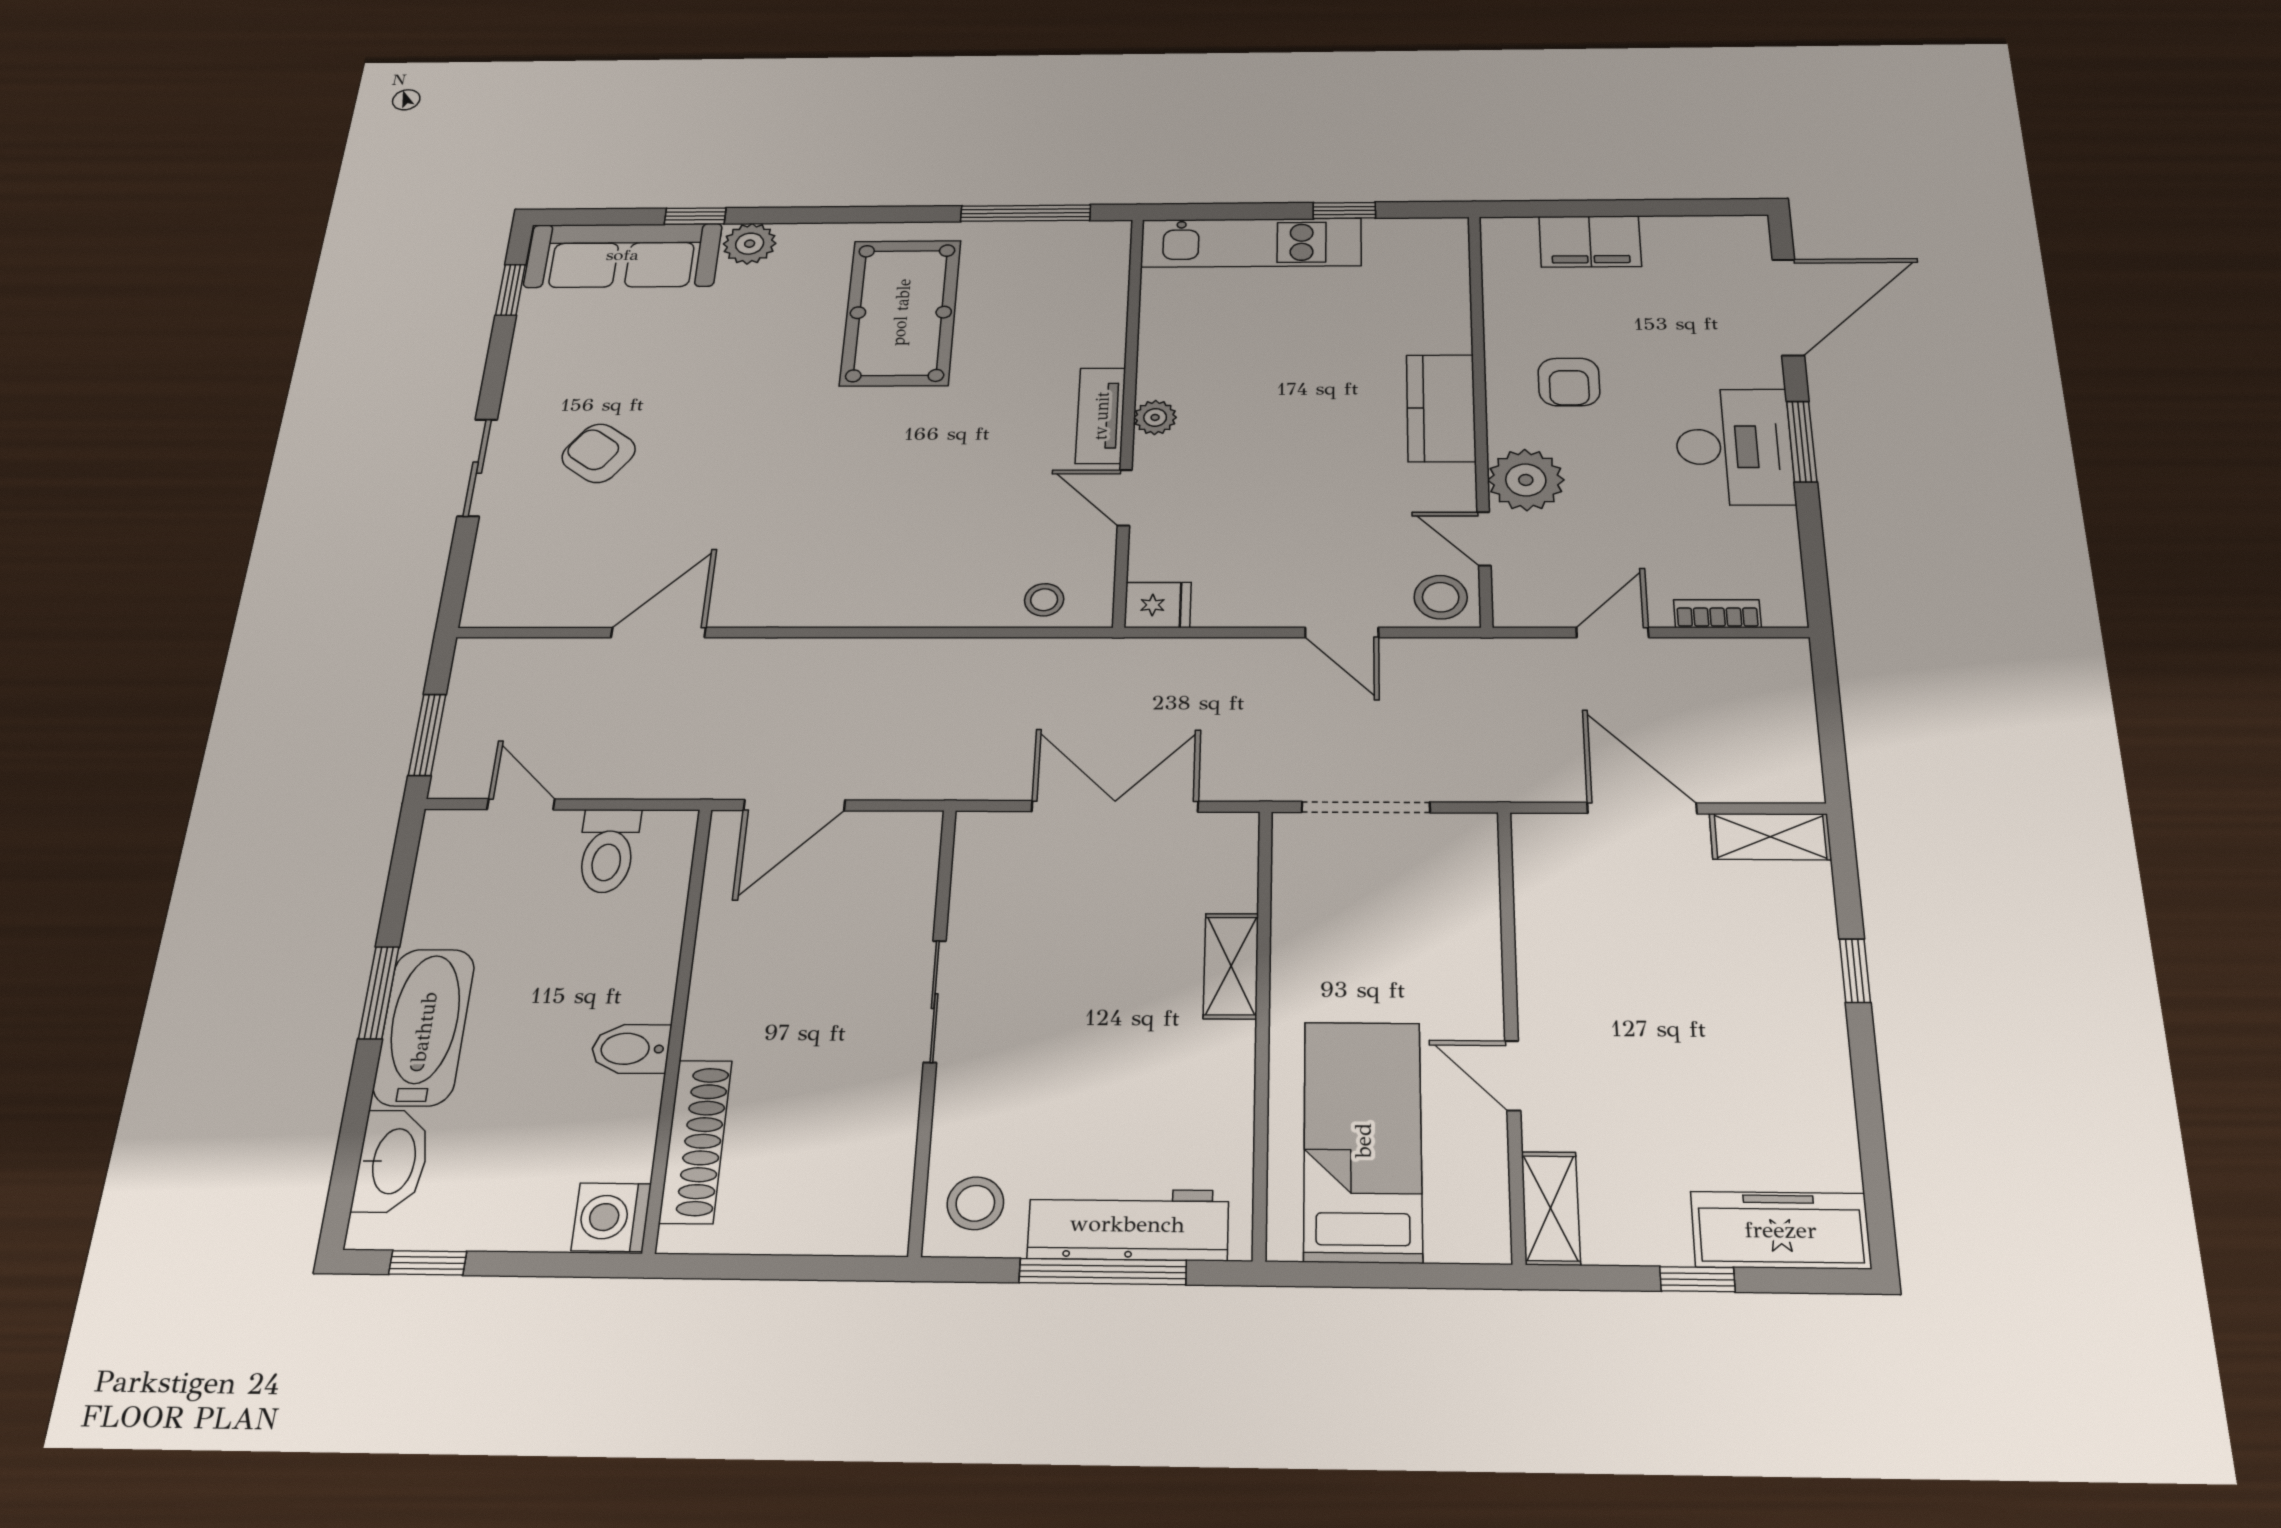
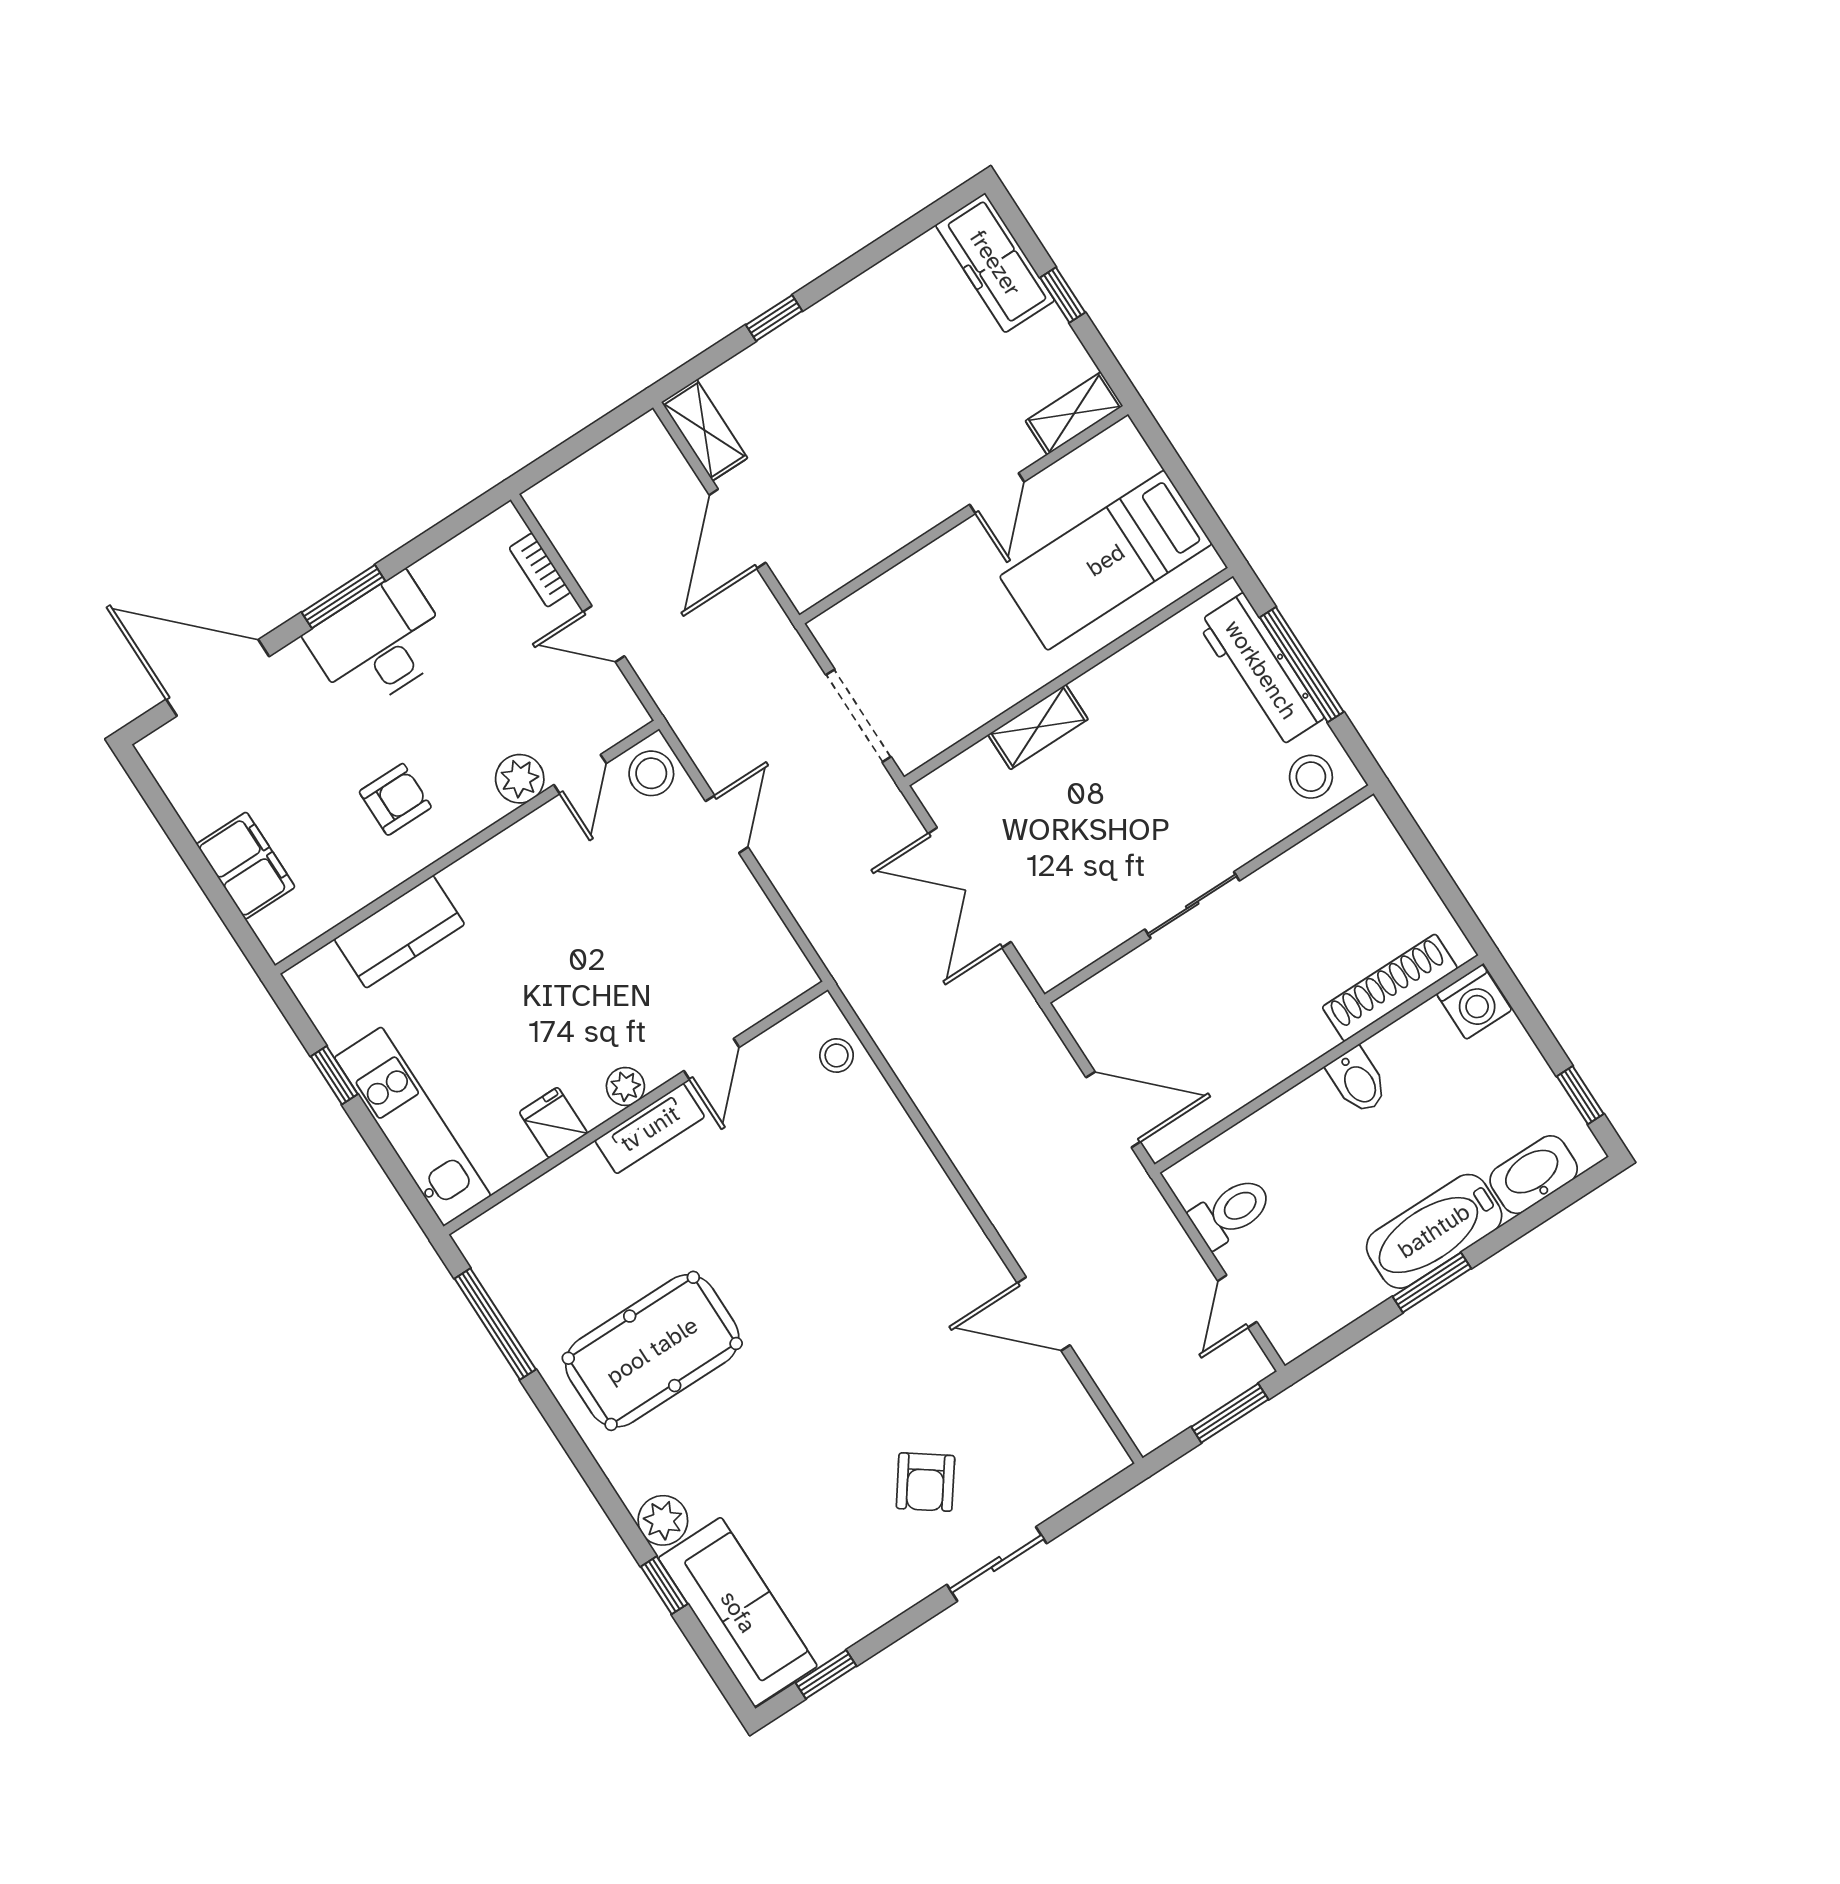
kitchen counter: (1441, 408) -> (399, 932), moved
plant: (1526, 480) -> (520, 779), width x0.73, depth x0.73
fridge: (1158, 605) -> (553, 1123), moved

